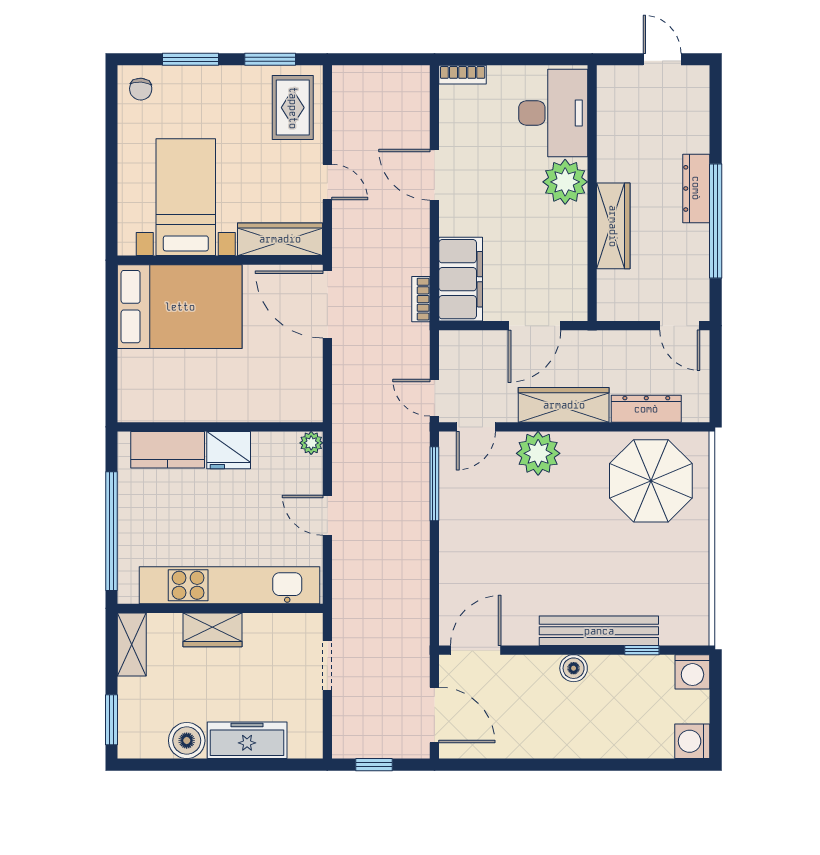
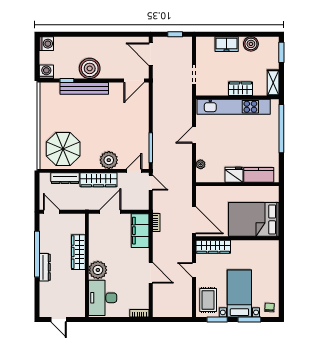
bed with nightstands: (186, 197) -> (239, 293), moved, turned 180
wall: (220, 427) -> (237, 184), moved
kitchen counter: (168, 450) -> (259, 175), moved
fridge: (229, 450) -> (234, 175), moved
door: (327, 515) -> (194, 135), swing flipped
boiler: (574, 668) -> (90, 68), width x1.86, depth x1.86
freezer: (247, 740) -> (227, 44), width x0.71

